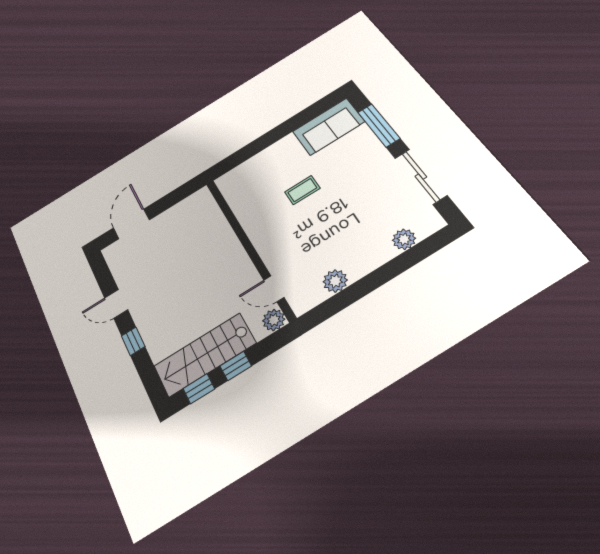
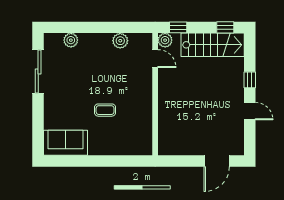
window: (379, 125) -> (38, 122), removed
window: (236, 366) -> (178, 27), moved

